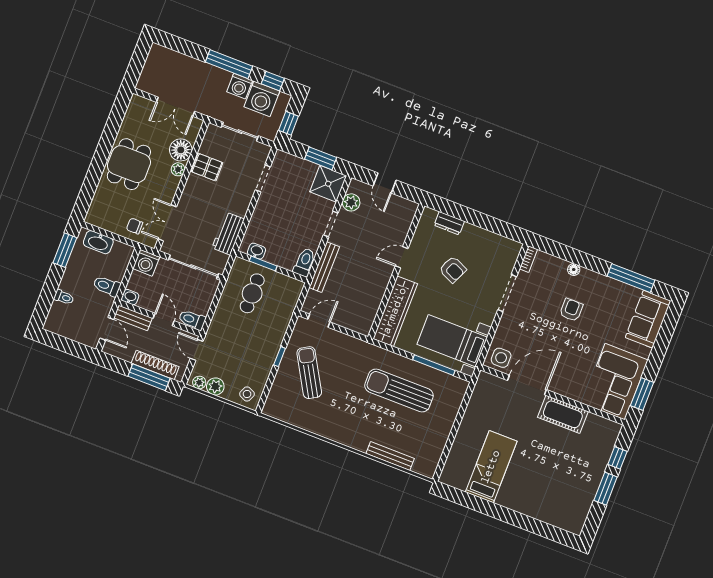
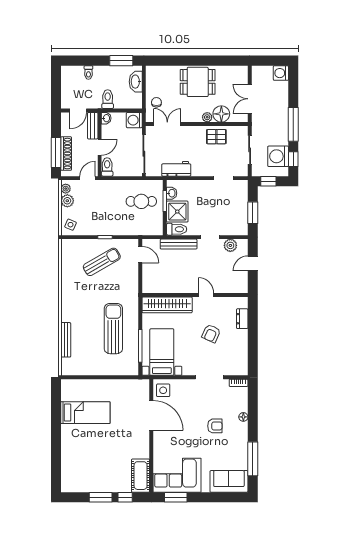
washing machine: (240, 86) -> (281, 73), moved
pallet: (207, 167) -> (216, 137), turned 90
shower: (328, 184) -> (177, 212), moved
cot: (563, 414) -> (141, 476), moved

